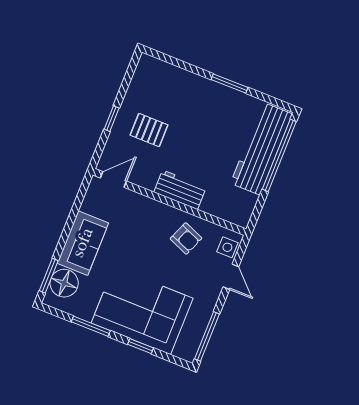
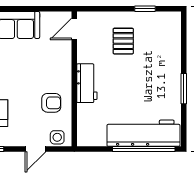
window: (112, 119) -> (145, 9), moved
door: (113, 179) -> (74, 29), swing flipped
armchair: (186, 238) -> (51, 103), turned -112

